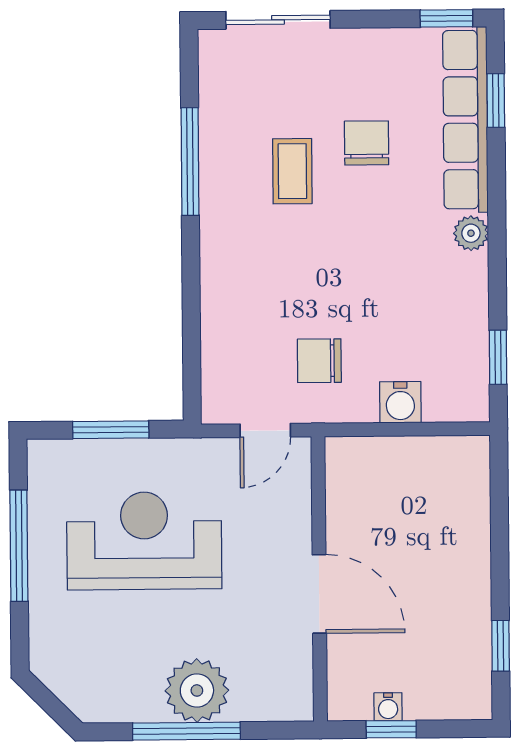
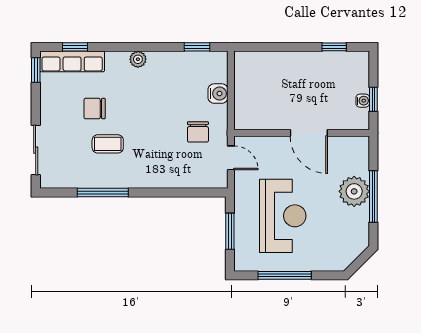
row of seats: (465, 120) -> (72, 61), width x0.73
reception desk: (144, 541) -> (283, 216), turned 180
door: (319, 594) -> (309, 133), swing flipped

